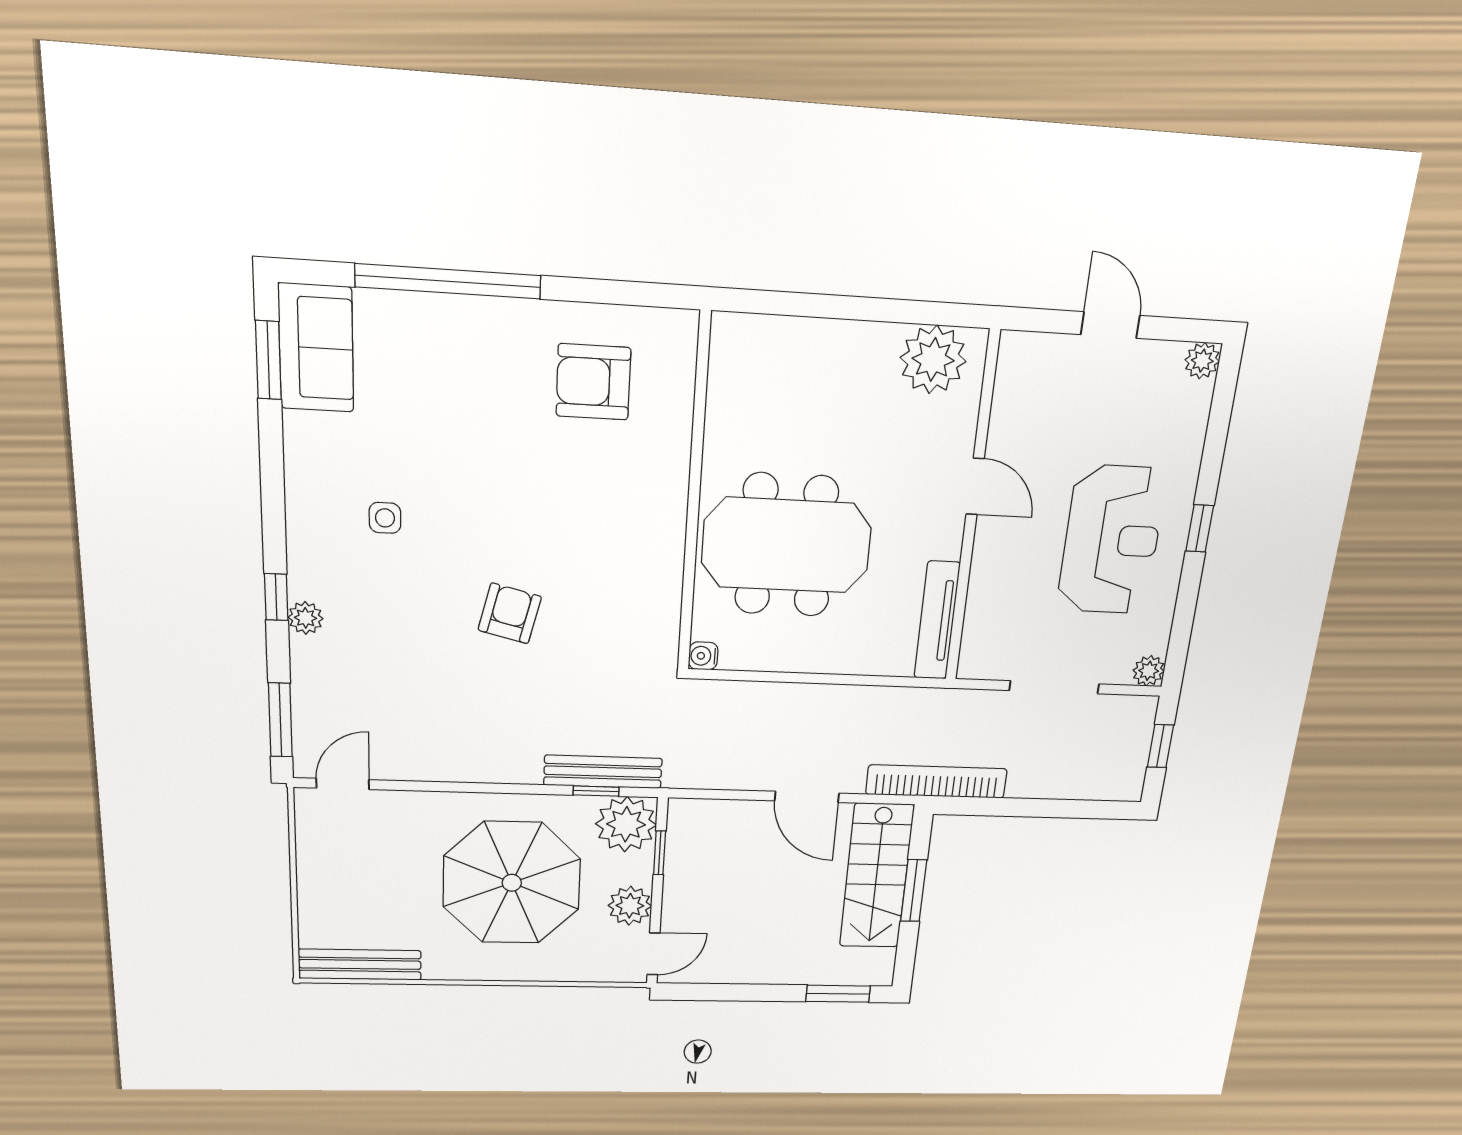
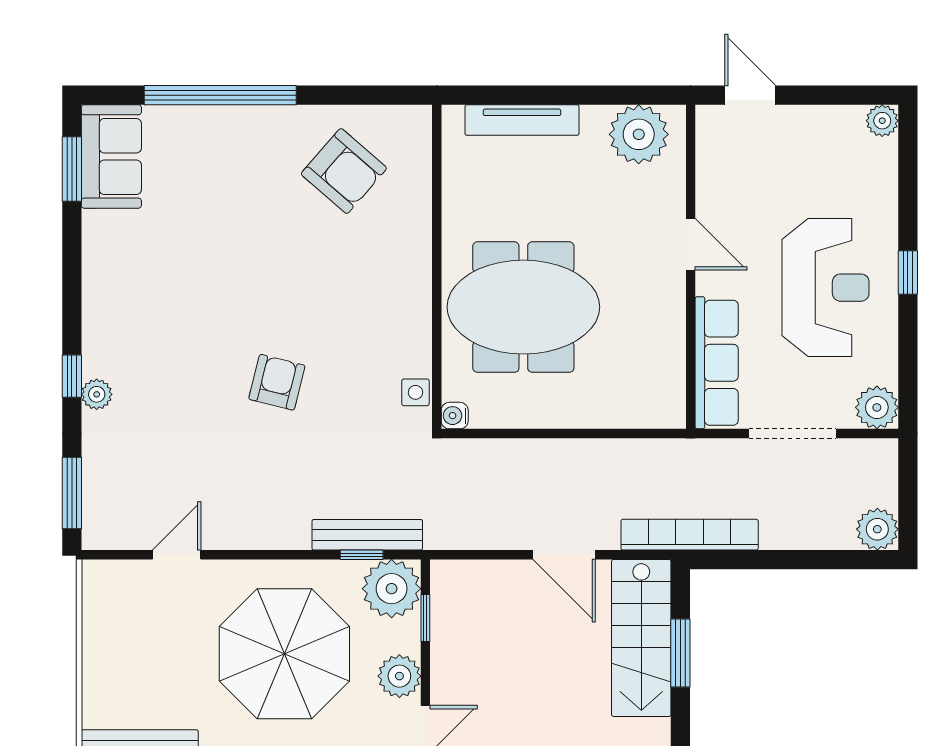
door: (1110, 325) -> (750, 95), moved
armchair: (593, 382) -> (344, 171), turned -139
side table: (385, 518) -> (415, 392), moved
row of seats: (986, 613) -> (717, 363), added
tv unit: (937, 620) -> (522, 120), moved, turned -90
plant: (1149, 671) -> (877, 407), width x1.38, depth x1.38
window: (1160, 746) -> (908, 490), removed
plant: (1124, 782) -> (877, 529), added
door: (343, 784) -> (177, 555), moved

